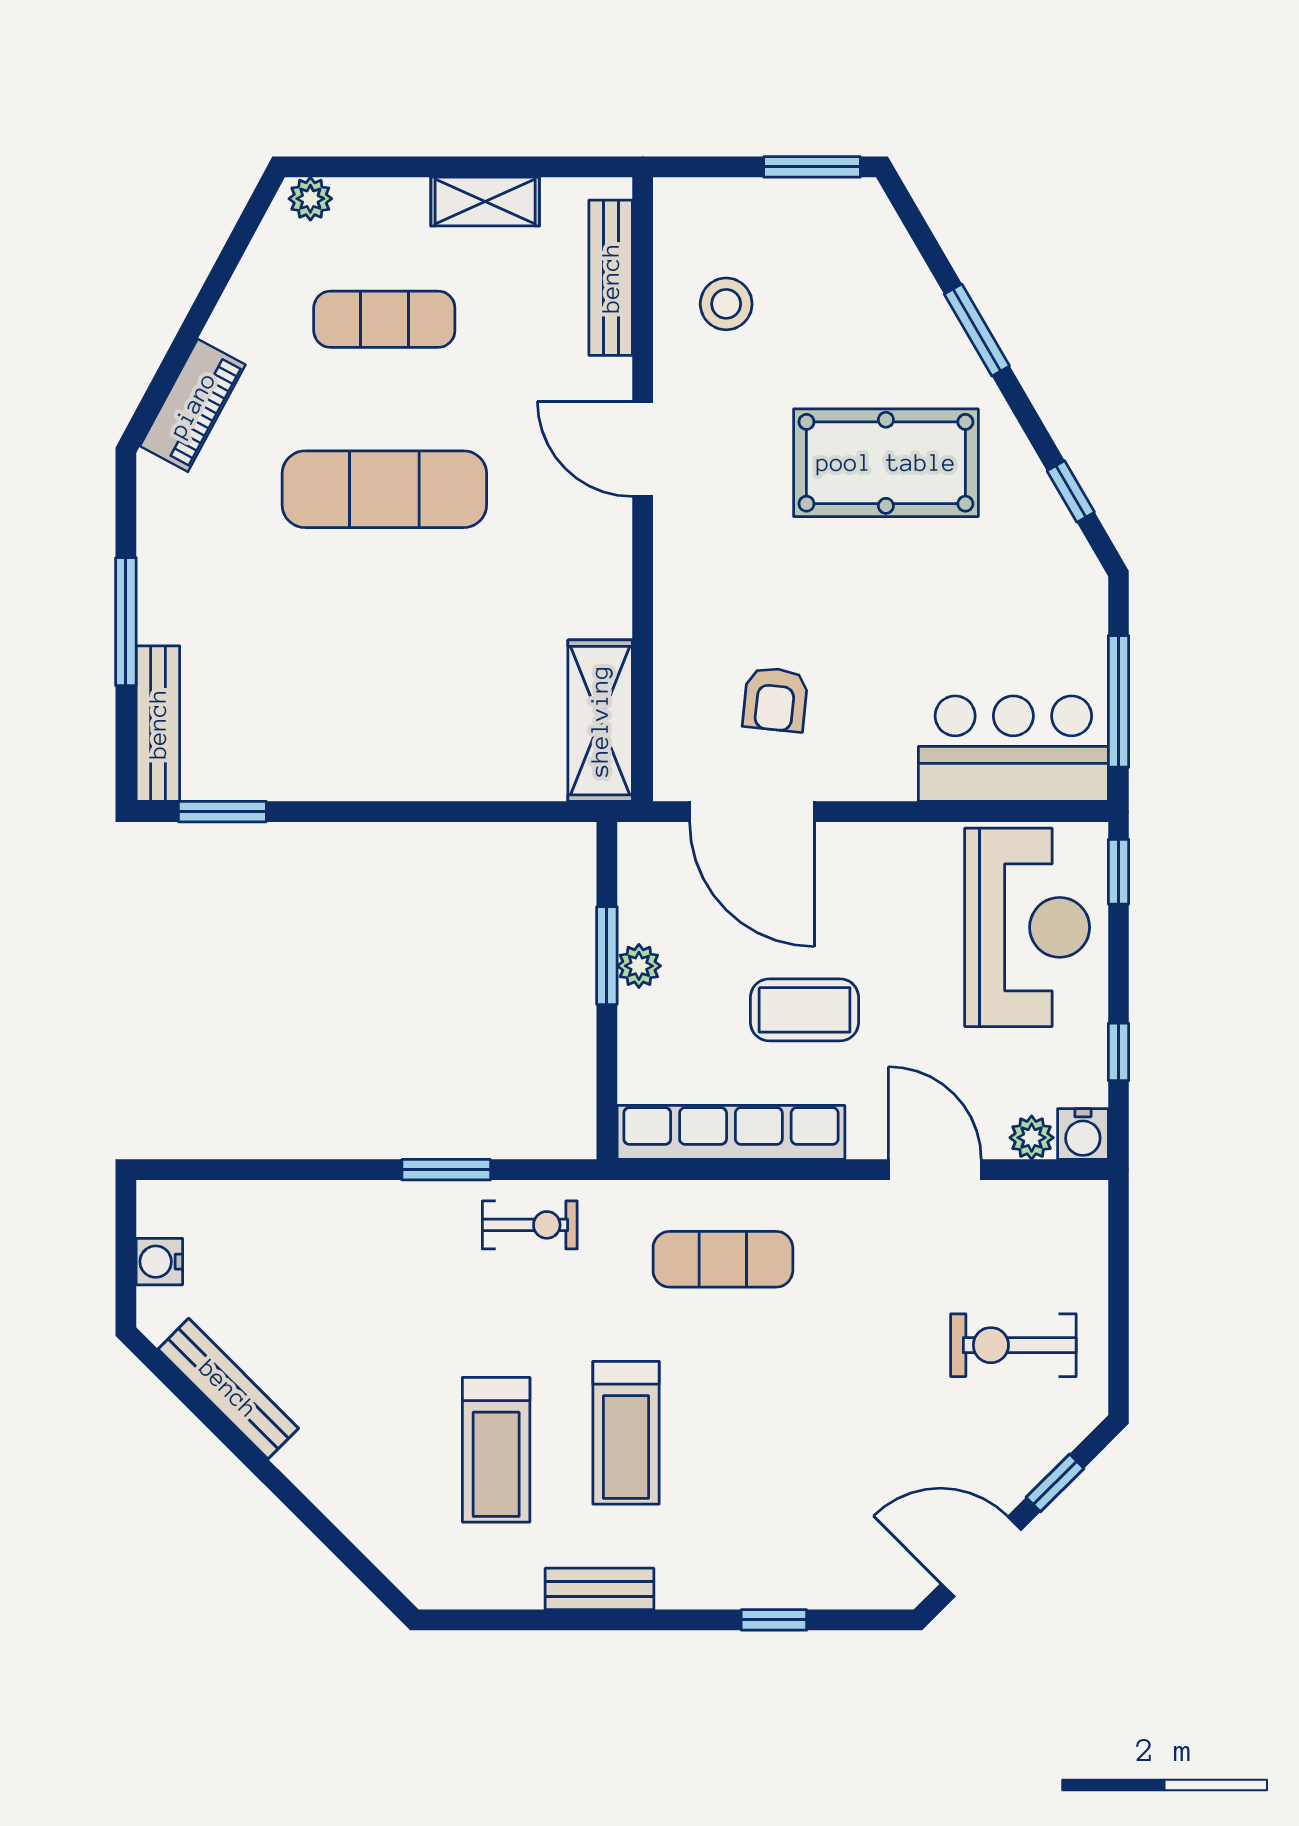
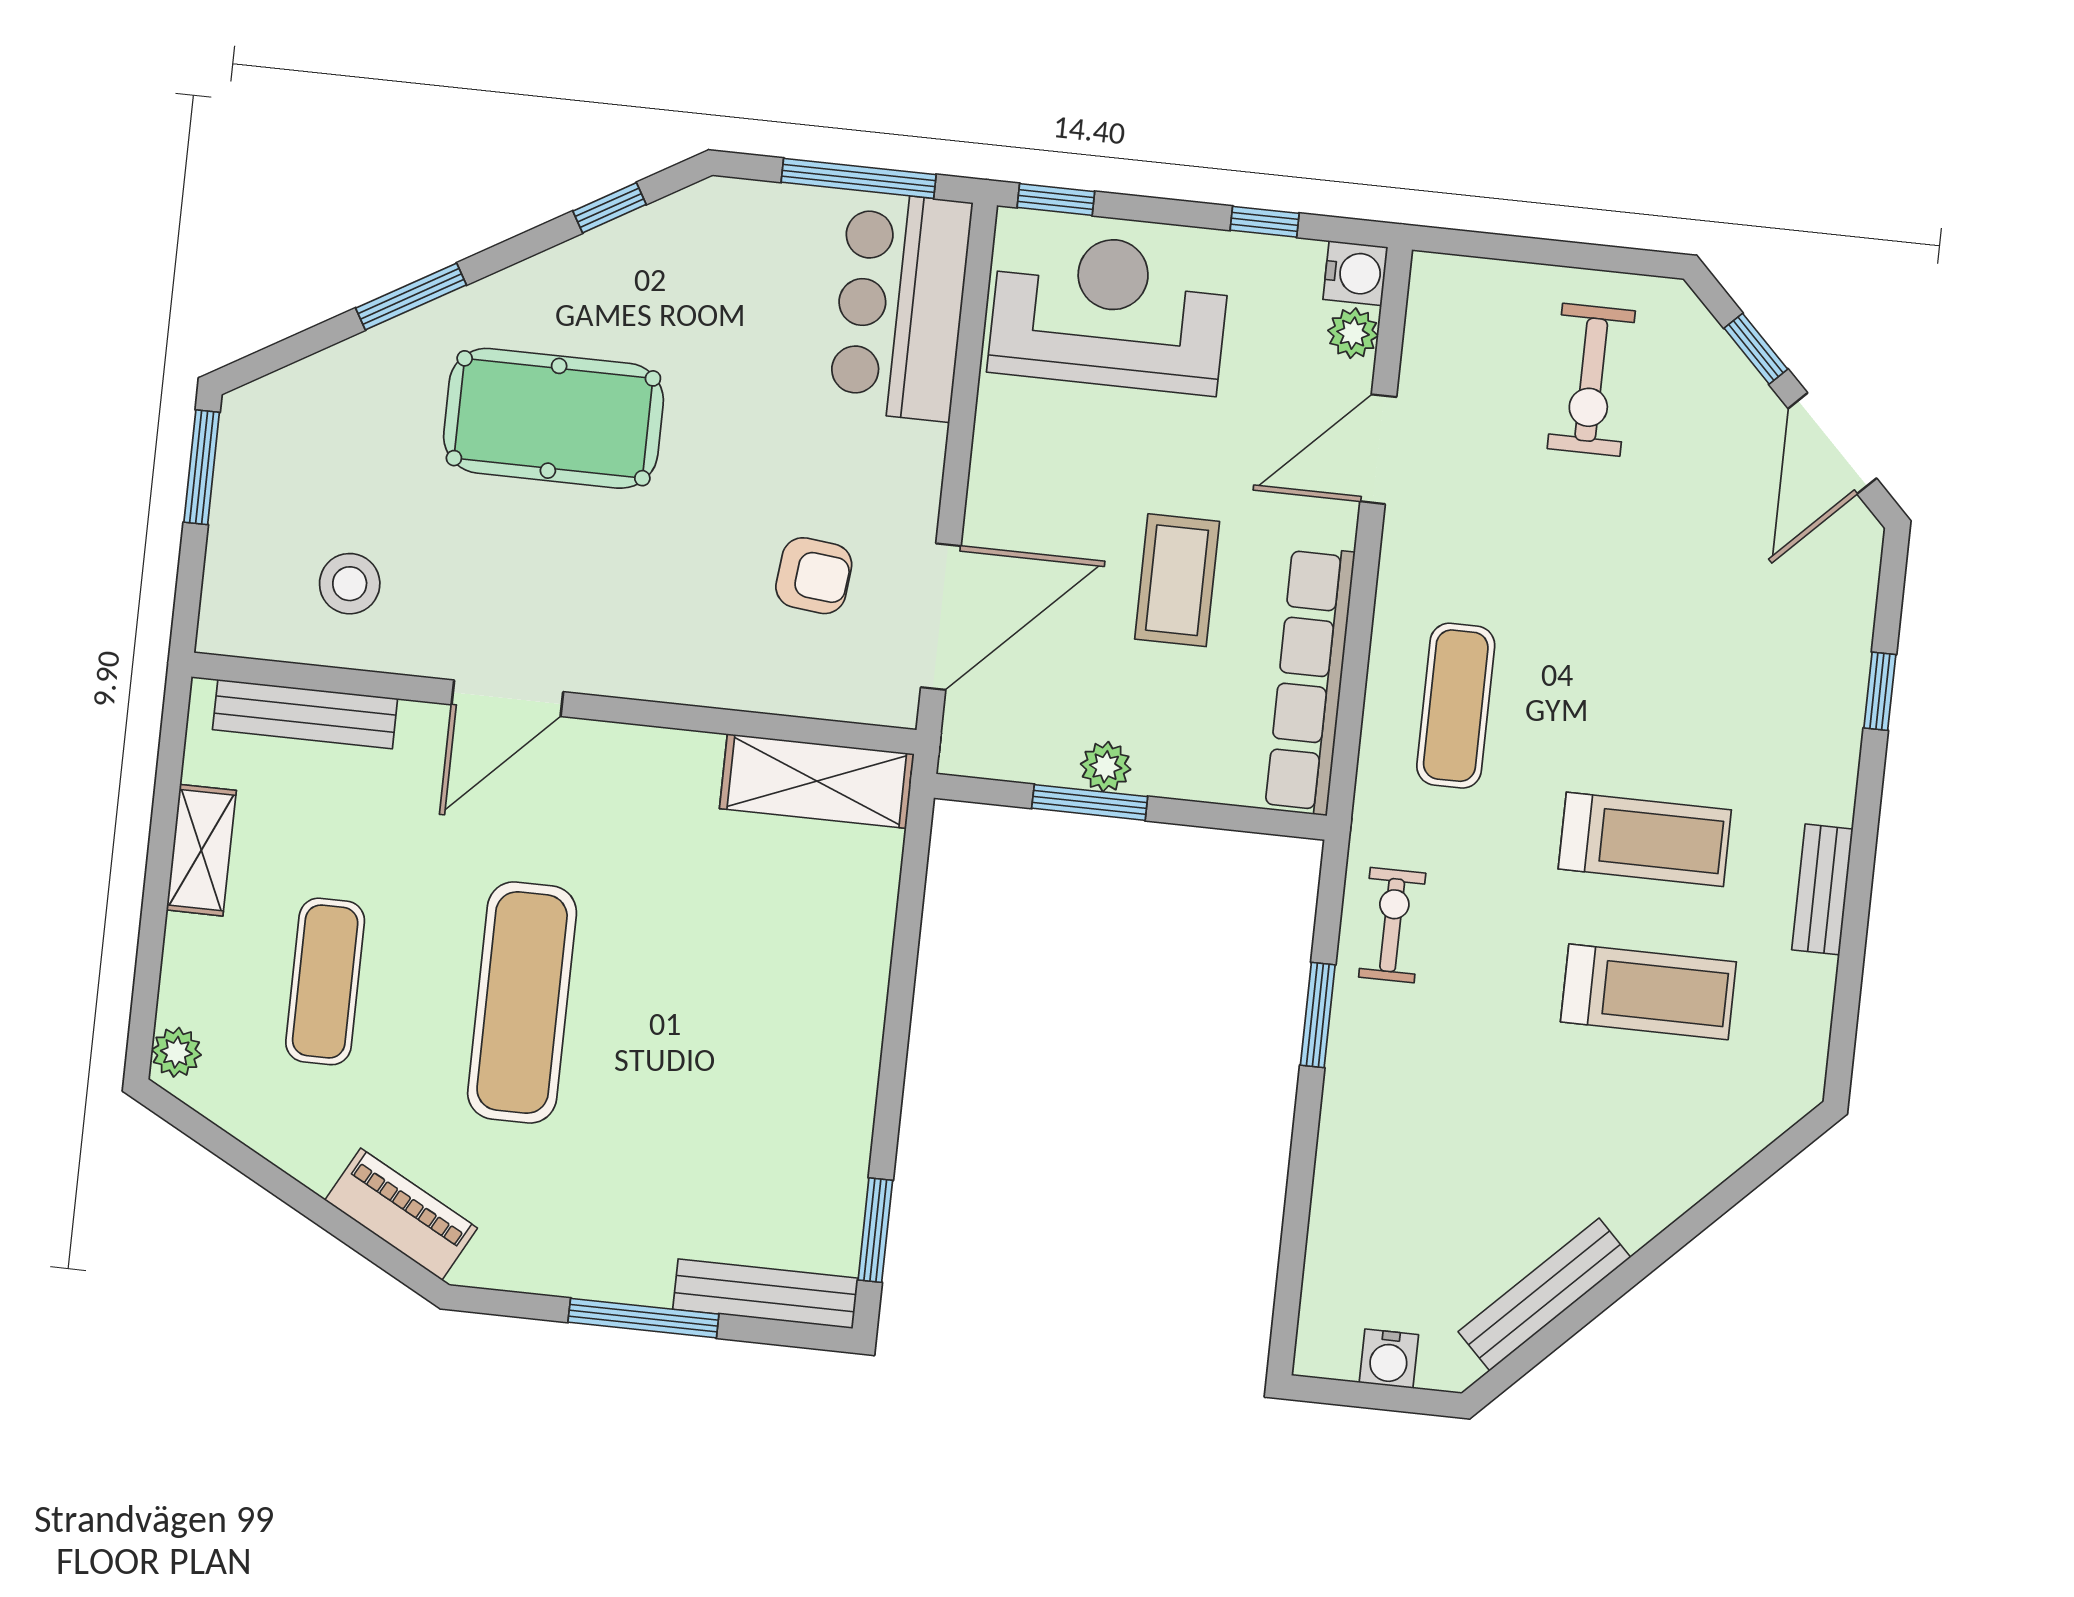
pool table: (886, 463) -> (553, 418), turned 90

